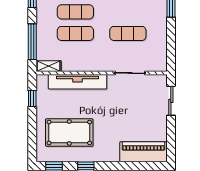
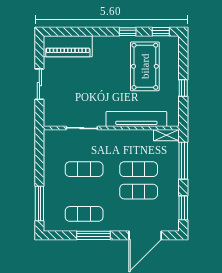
window: (32, 98) -> (183, 88), moved
sliding door: (171, 101) -> (39, 84), moved
pool table: (69, 133) -> (145, 66), turned 90

